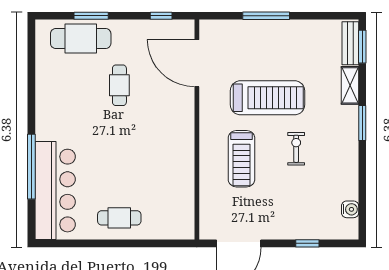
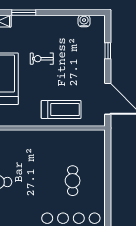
treadmill: (241, 159) -> (61, 110), moved
cafe table: (119, 218) -> (73, 181), moved

